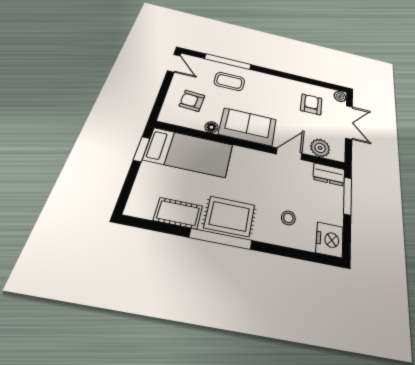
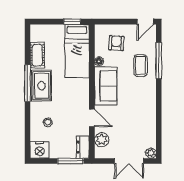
armchair: (311, 104) -> (137, 130), removed

